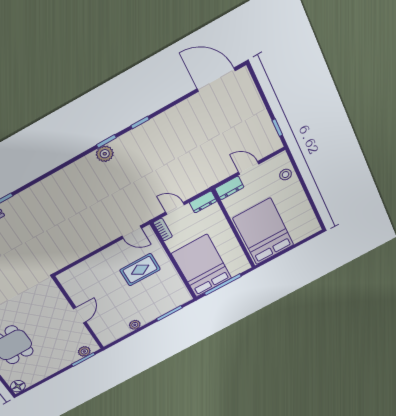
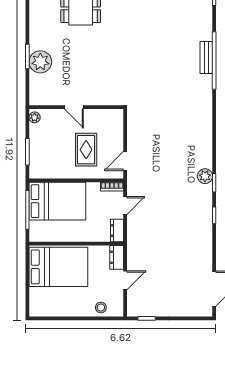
wall: (78, 313) -> (76, 107), moved
door: (80, 315) -> (74, 107), moved
plant: (84, 351) -> (40, 62), width x1.87, depth x1.87

